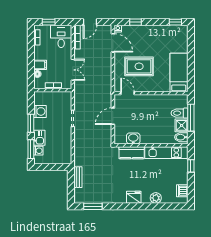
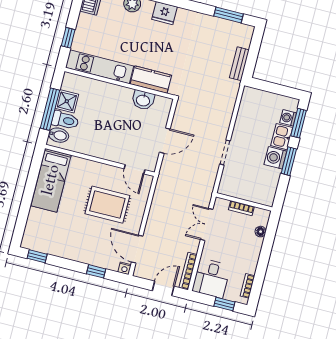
filing cabinet: (40, 65) -> (253, 244), removed
washing machine: (40, 111) -> (275, 158), moved
bidet: (181, 137) -> (59, 135), moved

